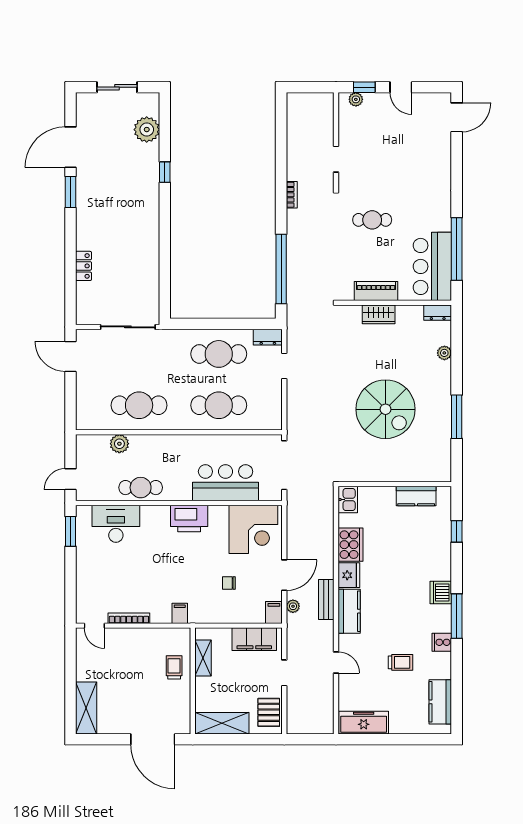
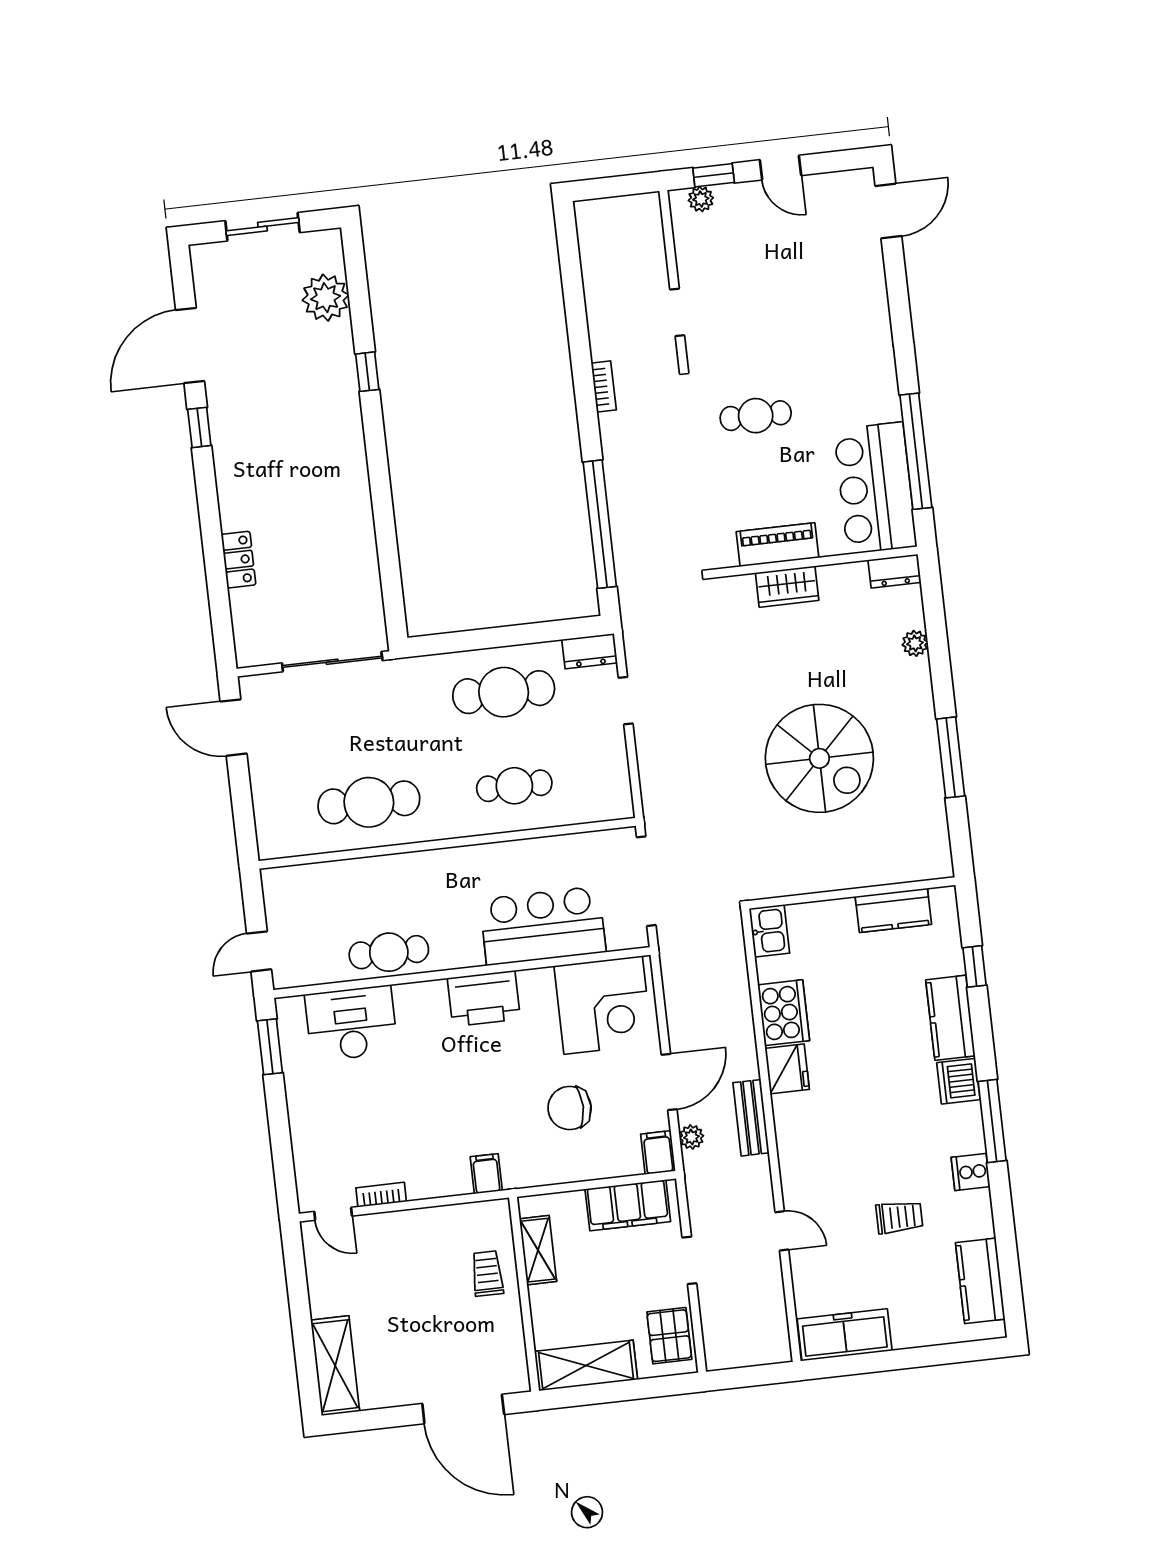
window: (70, 192) -> (199, 427), width x0.67
cafe table: (219, 405) -> (514, 786), width x0.73, depth x0.74
plant: (119, 444) -> (341, 877), removed
chair: (229, 583) -> (570, 1108), width x1.87, depth x1.87
kitchen counter: (349, 611) -> (950, 1018), moved, turned 180
bookcase: (129, 618) -> (381, 1195), width x0.64

